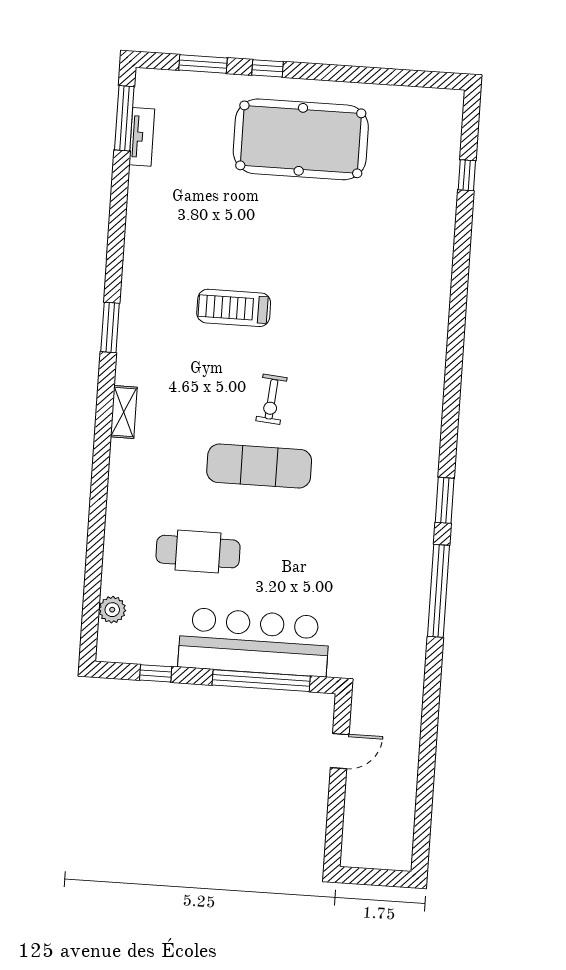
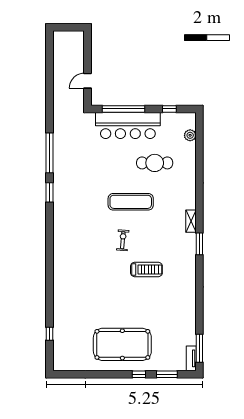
tv unit: (142, 137) -> (191, 358), moved
window: (110, 327) -> (199, 244), moved
exercise bike: (271, 399) -> (123, 240), moved

